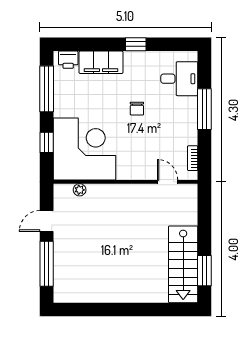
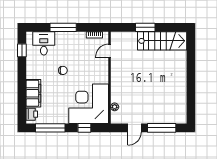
window: (136, 44) -> (22, 50), moved
door: (47, 221) -> (135, 128), hinge flipped
window: (204, 271) -> (145, 27), moved

